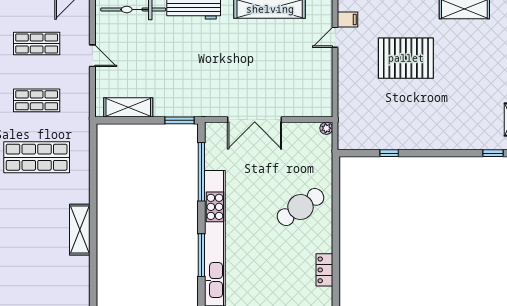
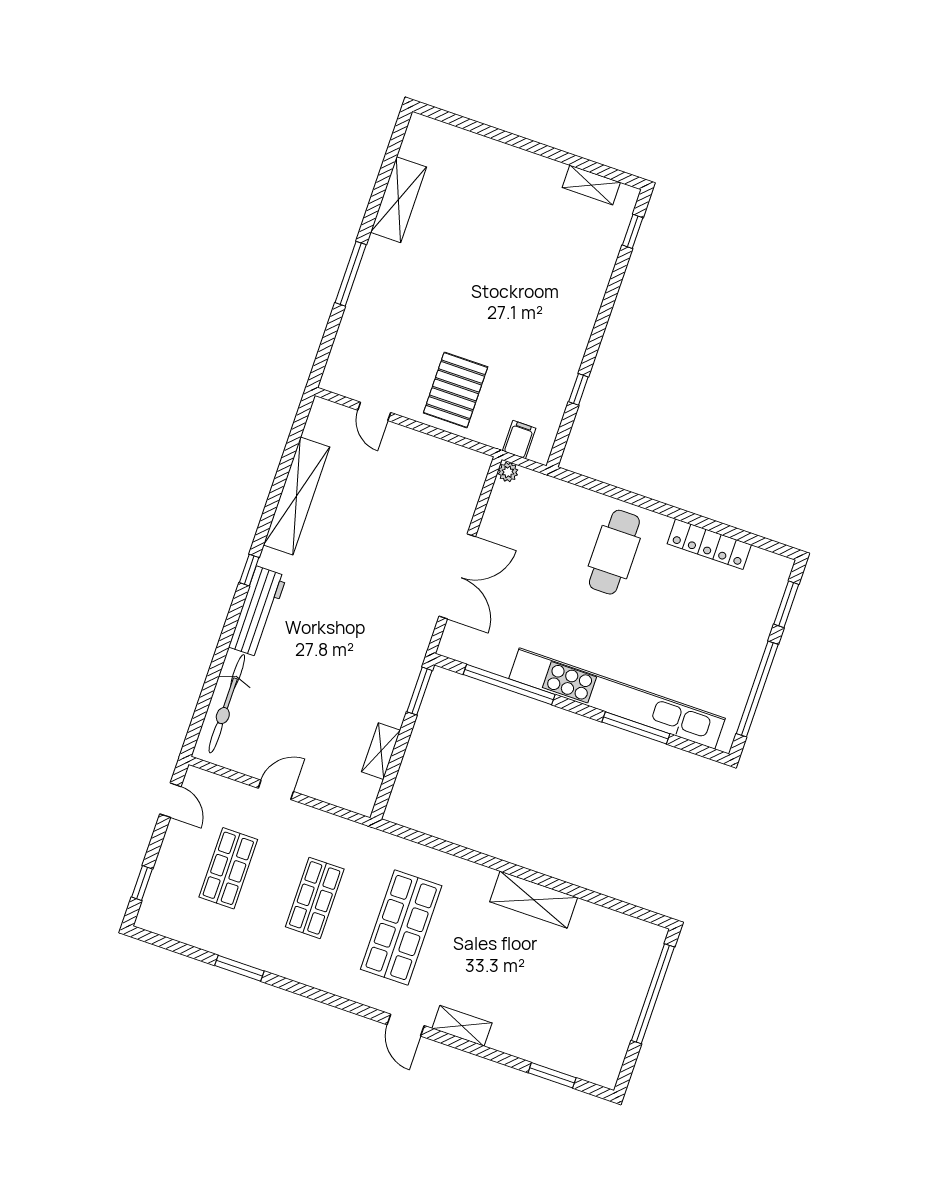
filing cabinet: (348, 19) -> (519, 440), moved
pallet: (406, 58) -> (456, 390), moved, width x0.73, depth x0.71
shelving: (128, 107) -> (381, 751), width x0.67, depth x0.75
cafe table: (301, 207) -> (614, 552), turned 34
locker: (324, 270) -> (709, 544), width x1.53

